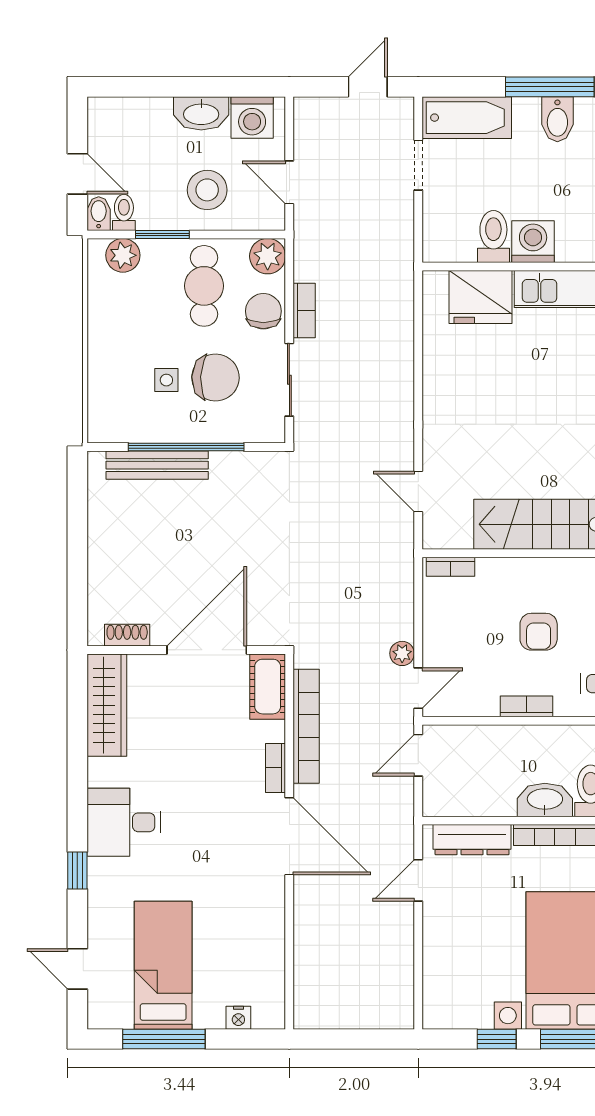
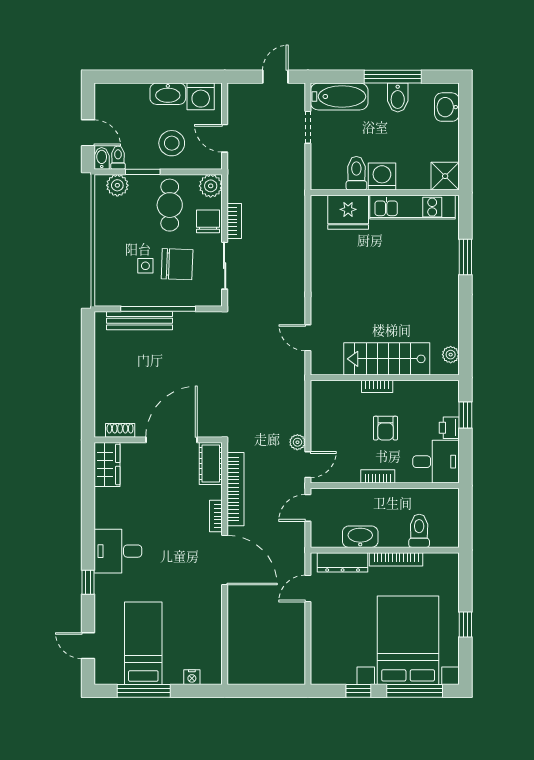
bookcase: (451, 567) -> (377, 386), moved
wardrobe: (107, 705) -> (107, 464), width x0.67
washbasin: (545, 800) -> (360, 537), moved

